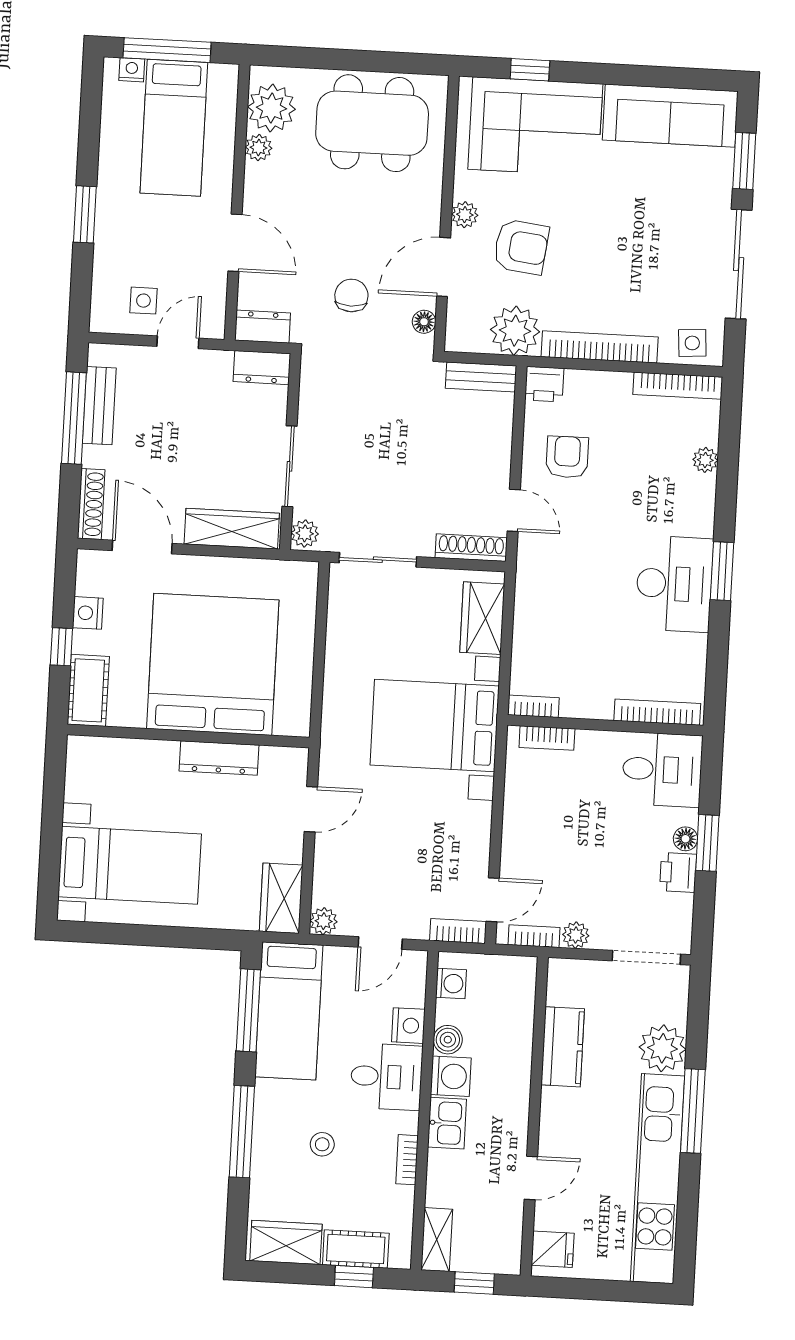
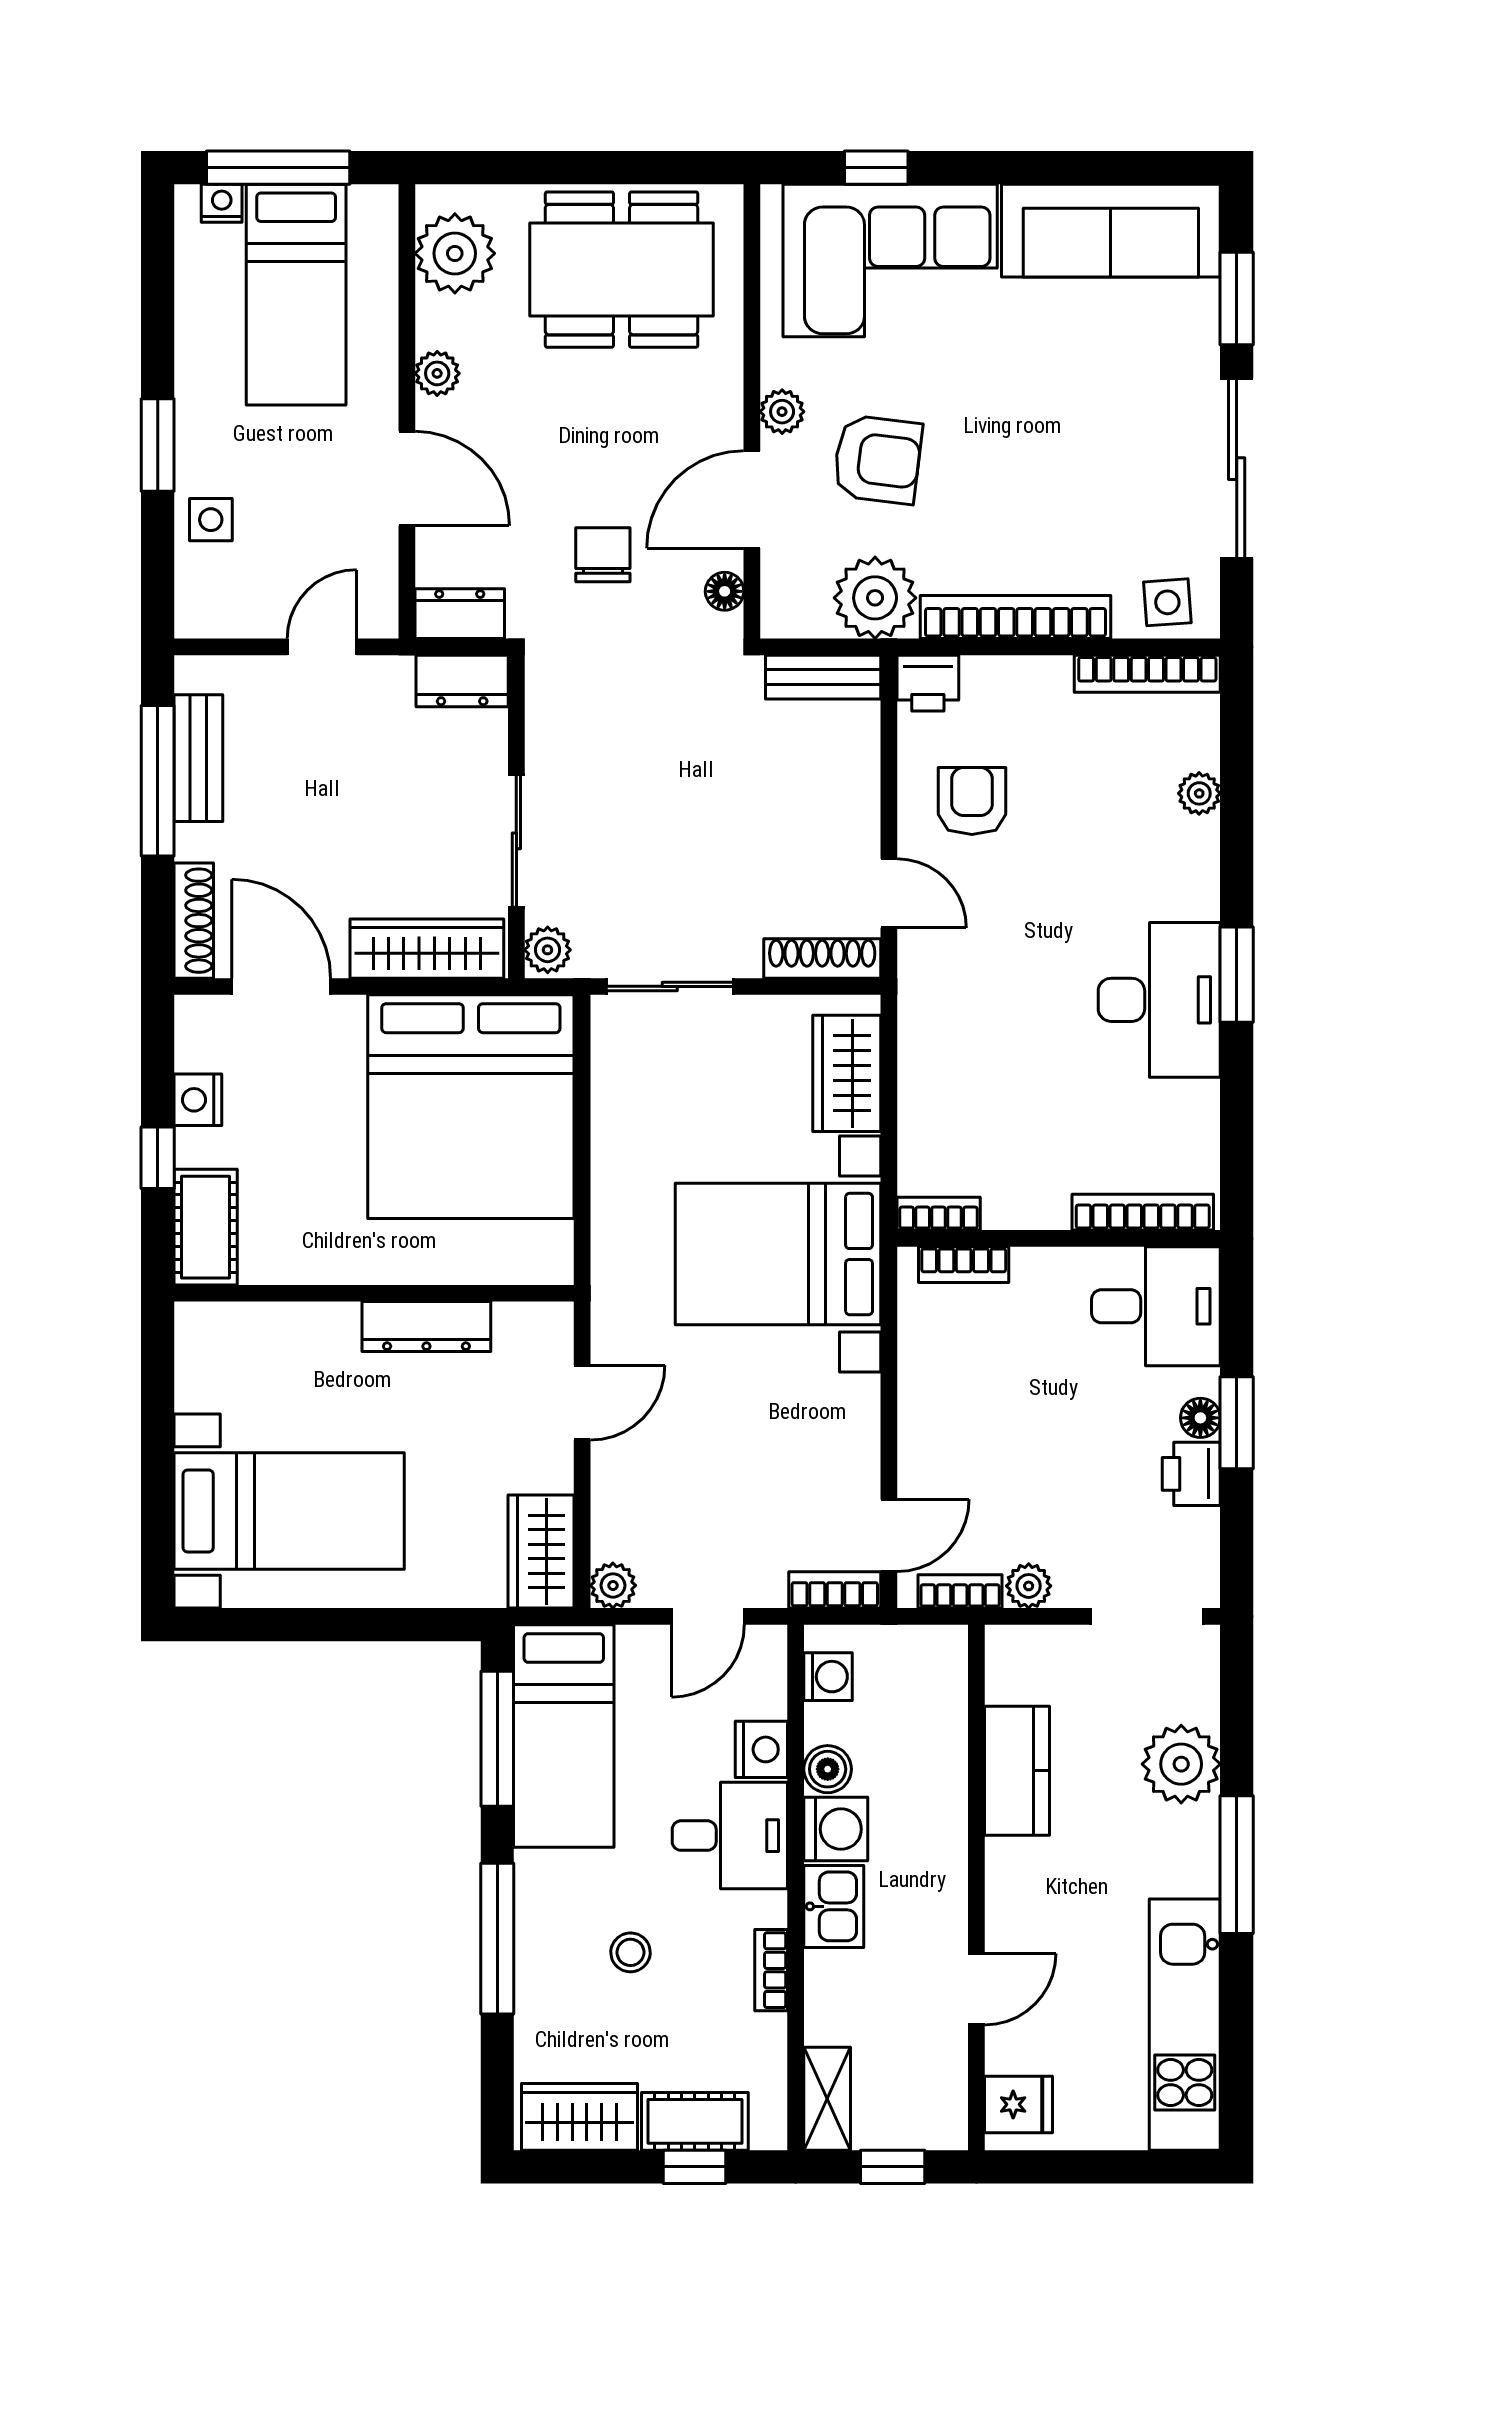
plant: (259, 148) -> (437, 373), moved
side table: (143, 301) -> (211, 520), moved
bed: (213, 664) -> (471, 1107), moved, turned 180
kitchen unit: (658, 1179) -> (1185, 2025), width x0.73

